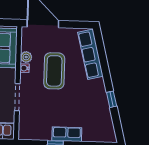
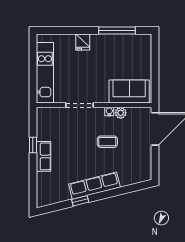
row of seats: (90, 54) -> (94, 186), moved
coffee table: (54, 71) -> (107, 142), width x0.54, depth x0.58

